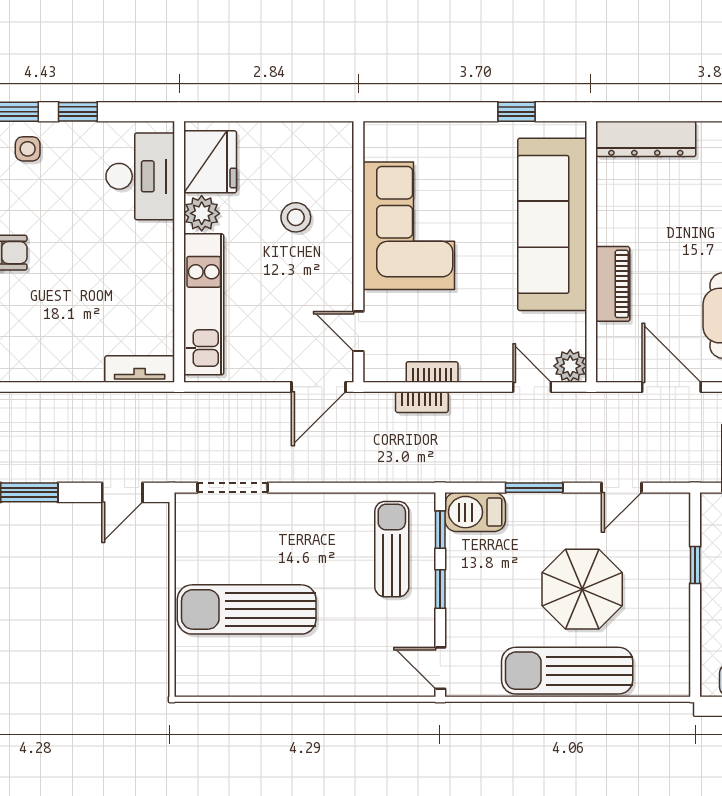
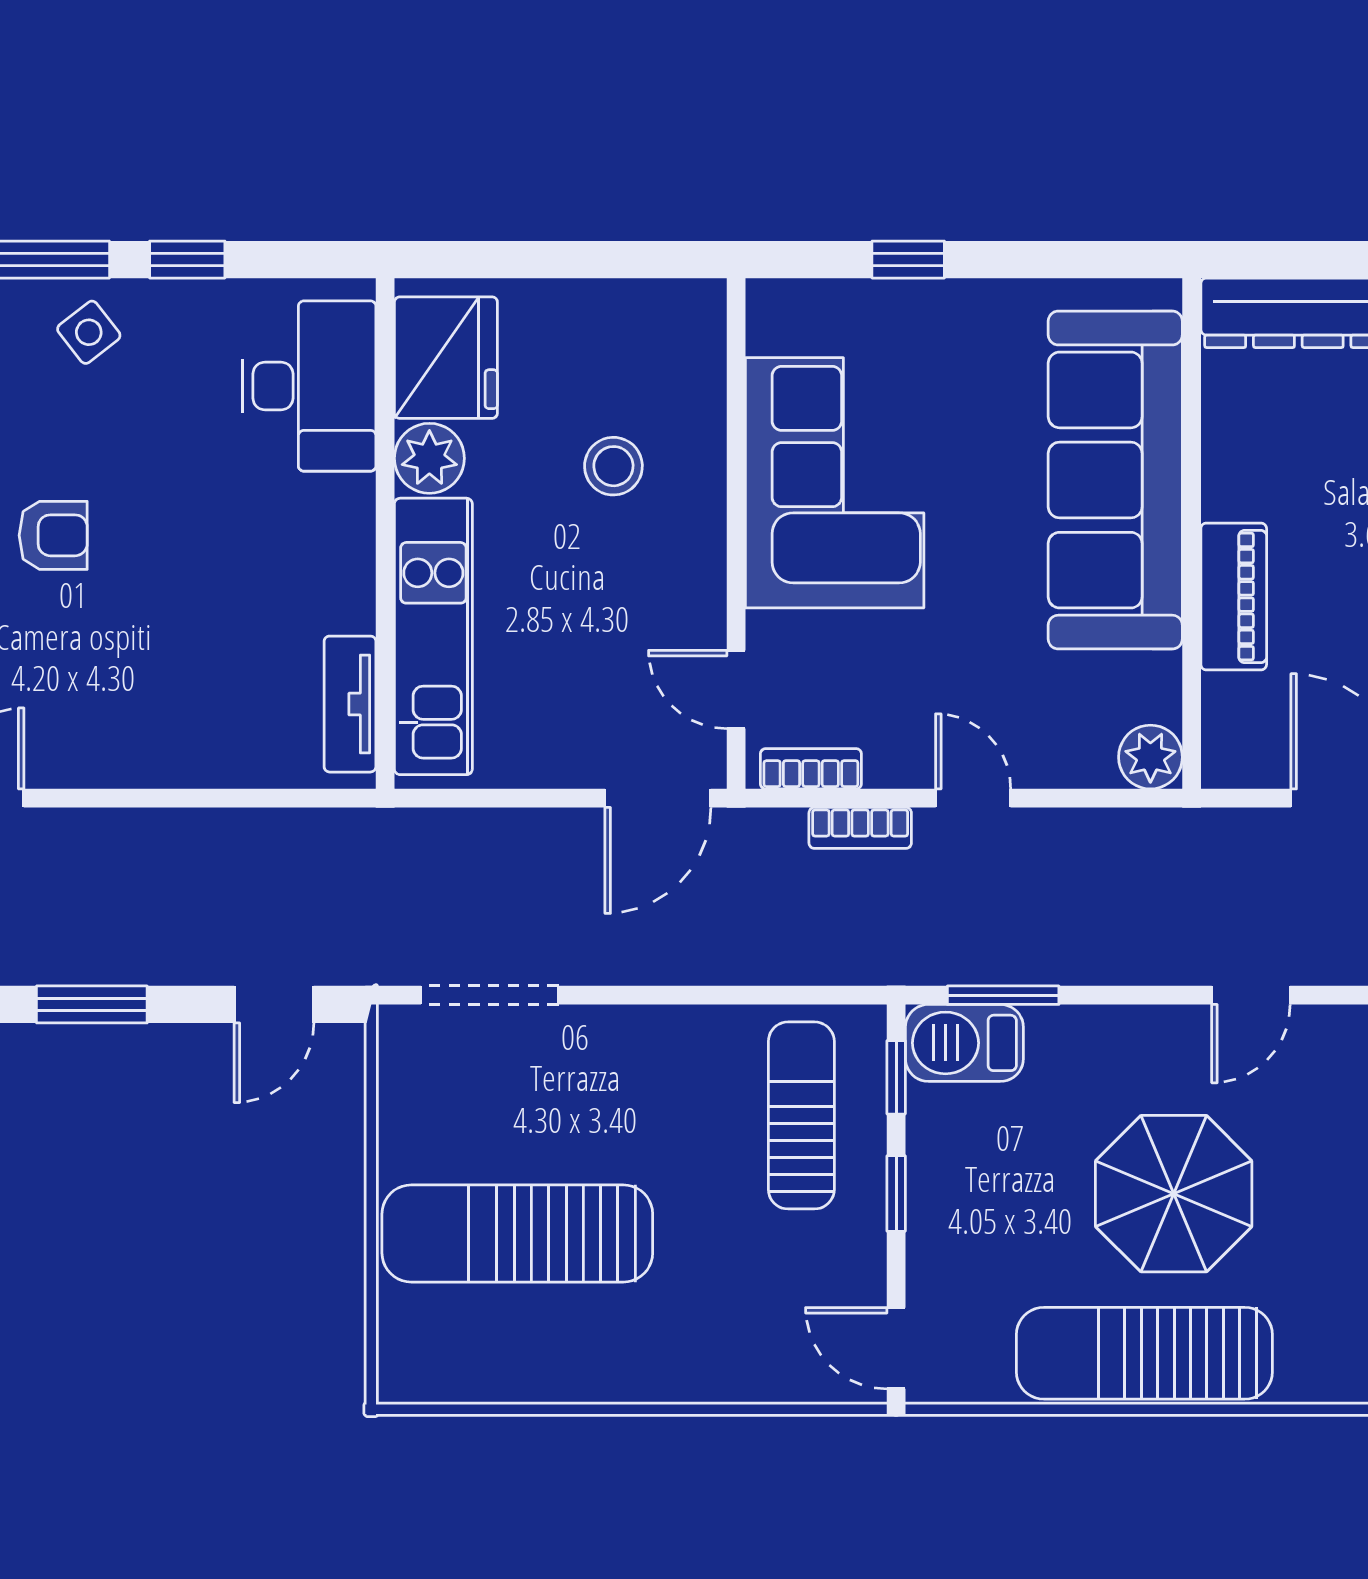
window: (516, 112) -> (908, 260), moved
side table: (28, 149) -> (89, 332), turned -38
tv unit: (140, 369) -> (350, 704), moved, turned -90
bookcase: (432, 372) -> (811, 769), moved
door: (532, 387) -> (973, 798), moved
window: (534, 488) -> (1003, 995), moved

